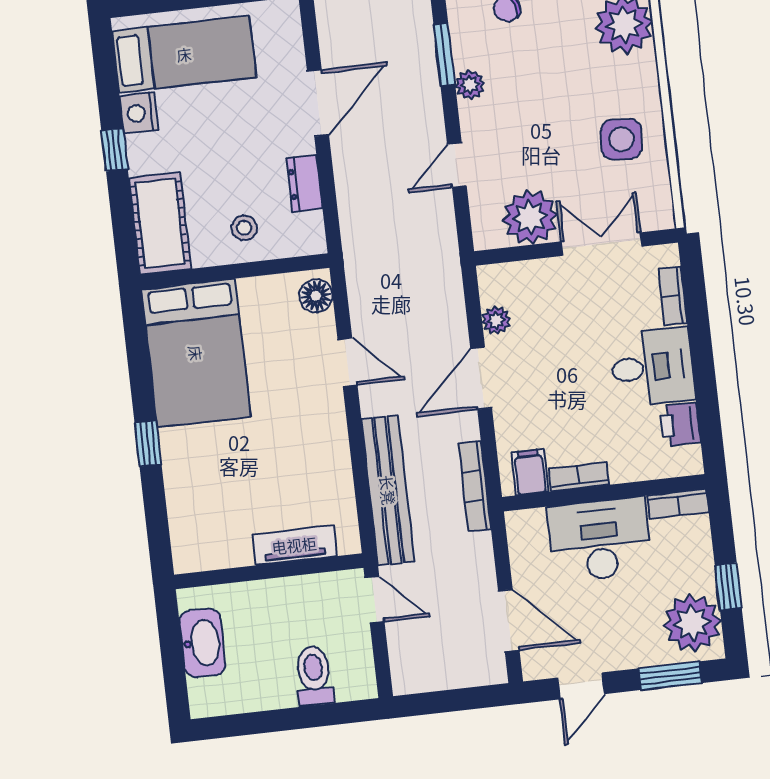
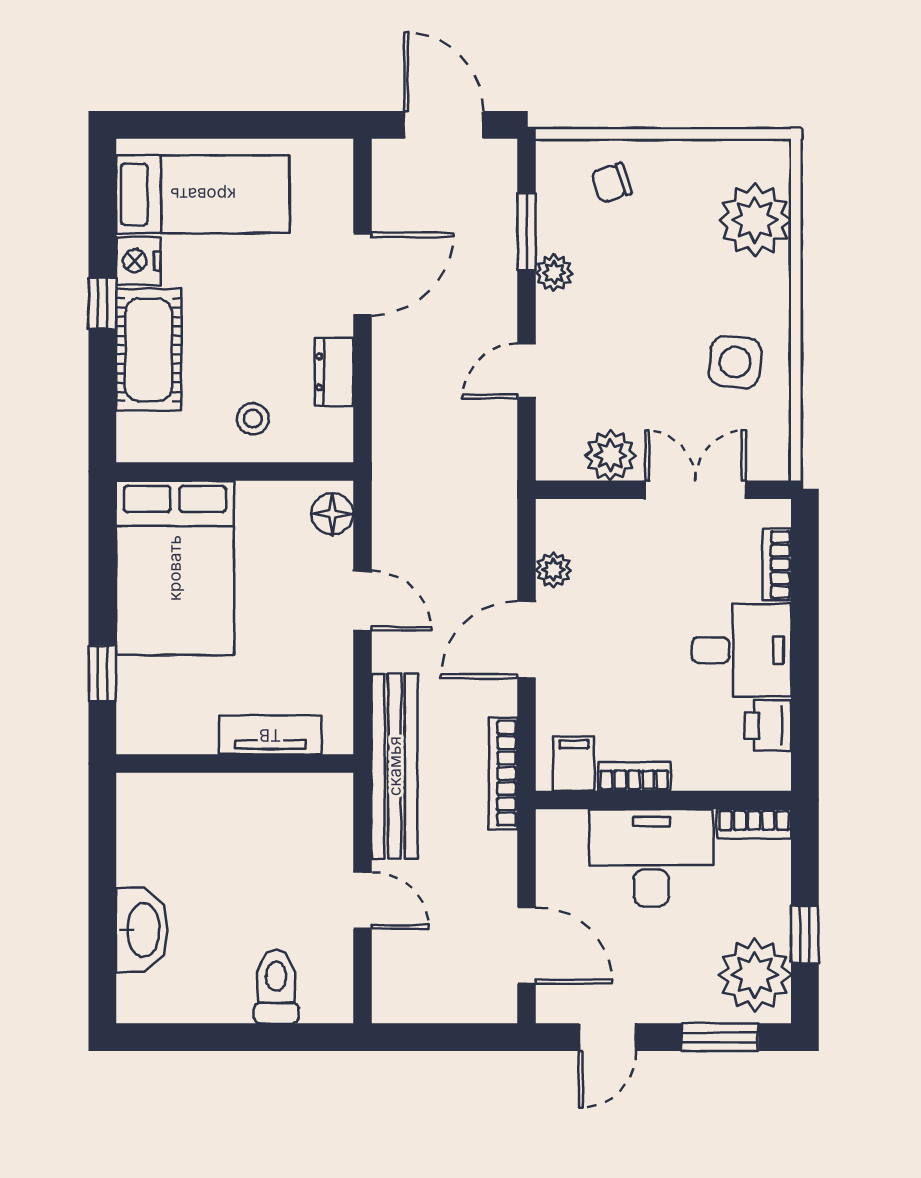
plant: (530, 217) -> (610, 455), width x0.73, depth x0.73
cot: (160, 223) -> (149, 350), moved
tv unit: (294, 545) -> (270, 735), moved
wall: (269, 571) -> (235, 763), moved

